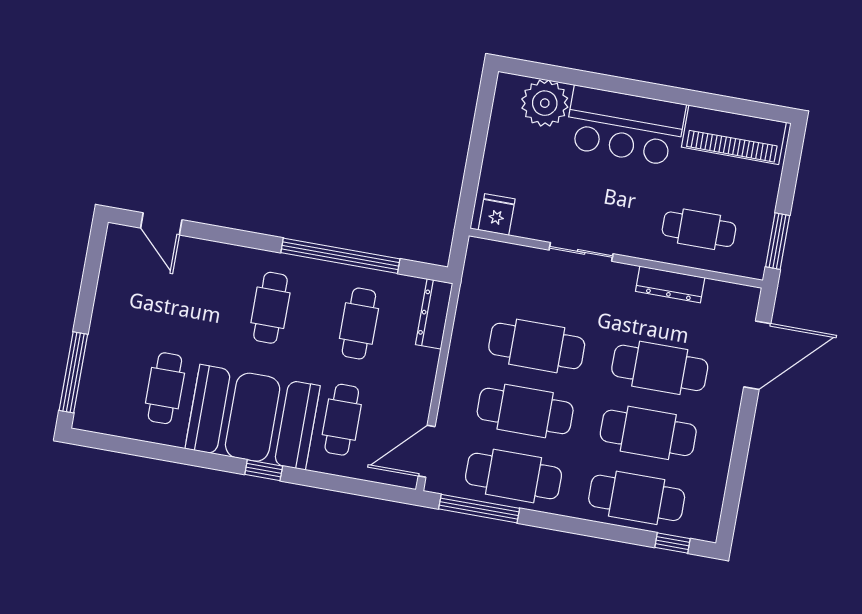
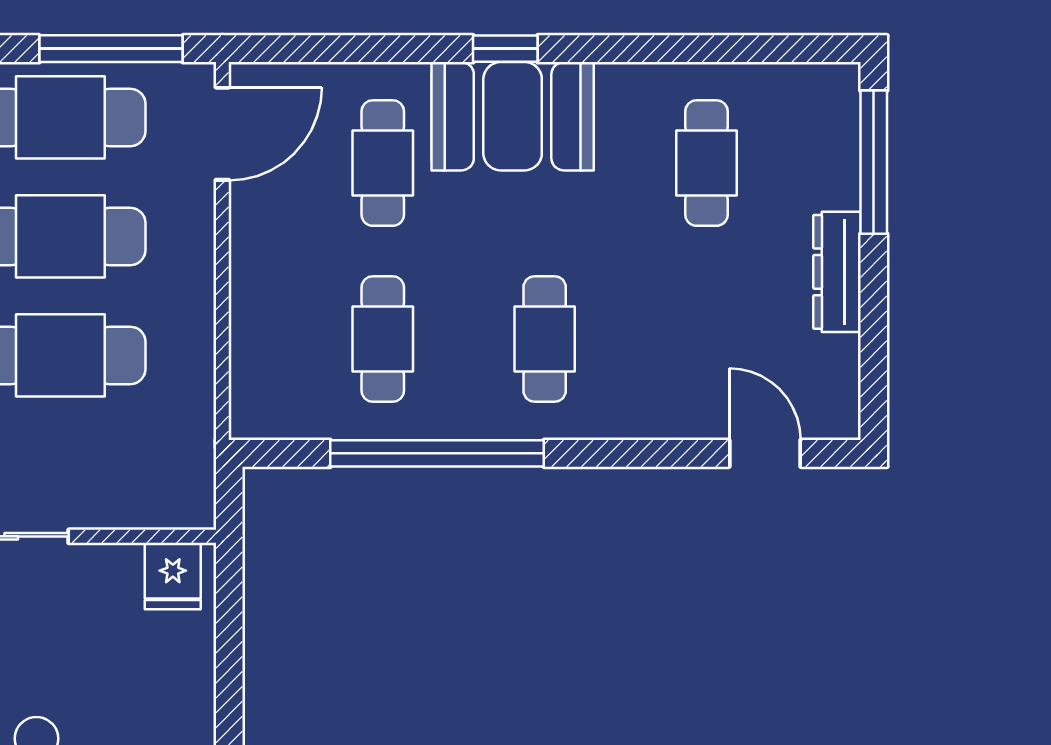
dresser: (434, 314) -> (837, 272), moved, turned 180
booth: (253, 417) -> (513, 116), width x0.73, depth x0.70

